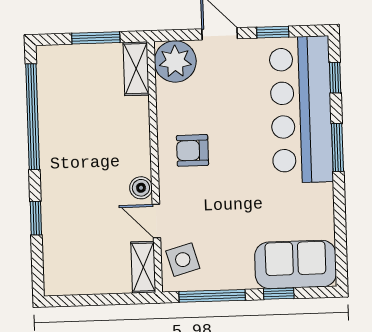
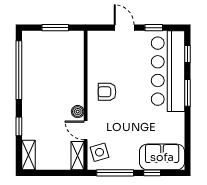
plant: (175, 61) -> (99, 42), removed
shelving: (136, 69) -> (28, 155), moved

